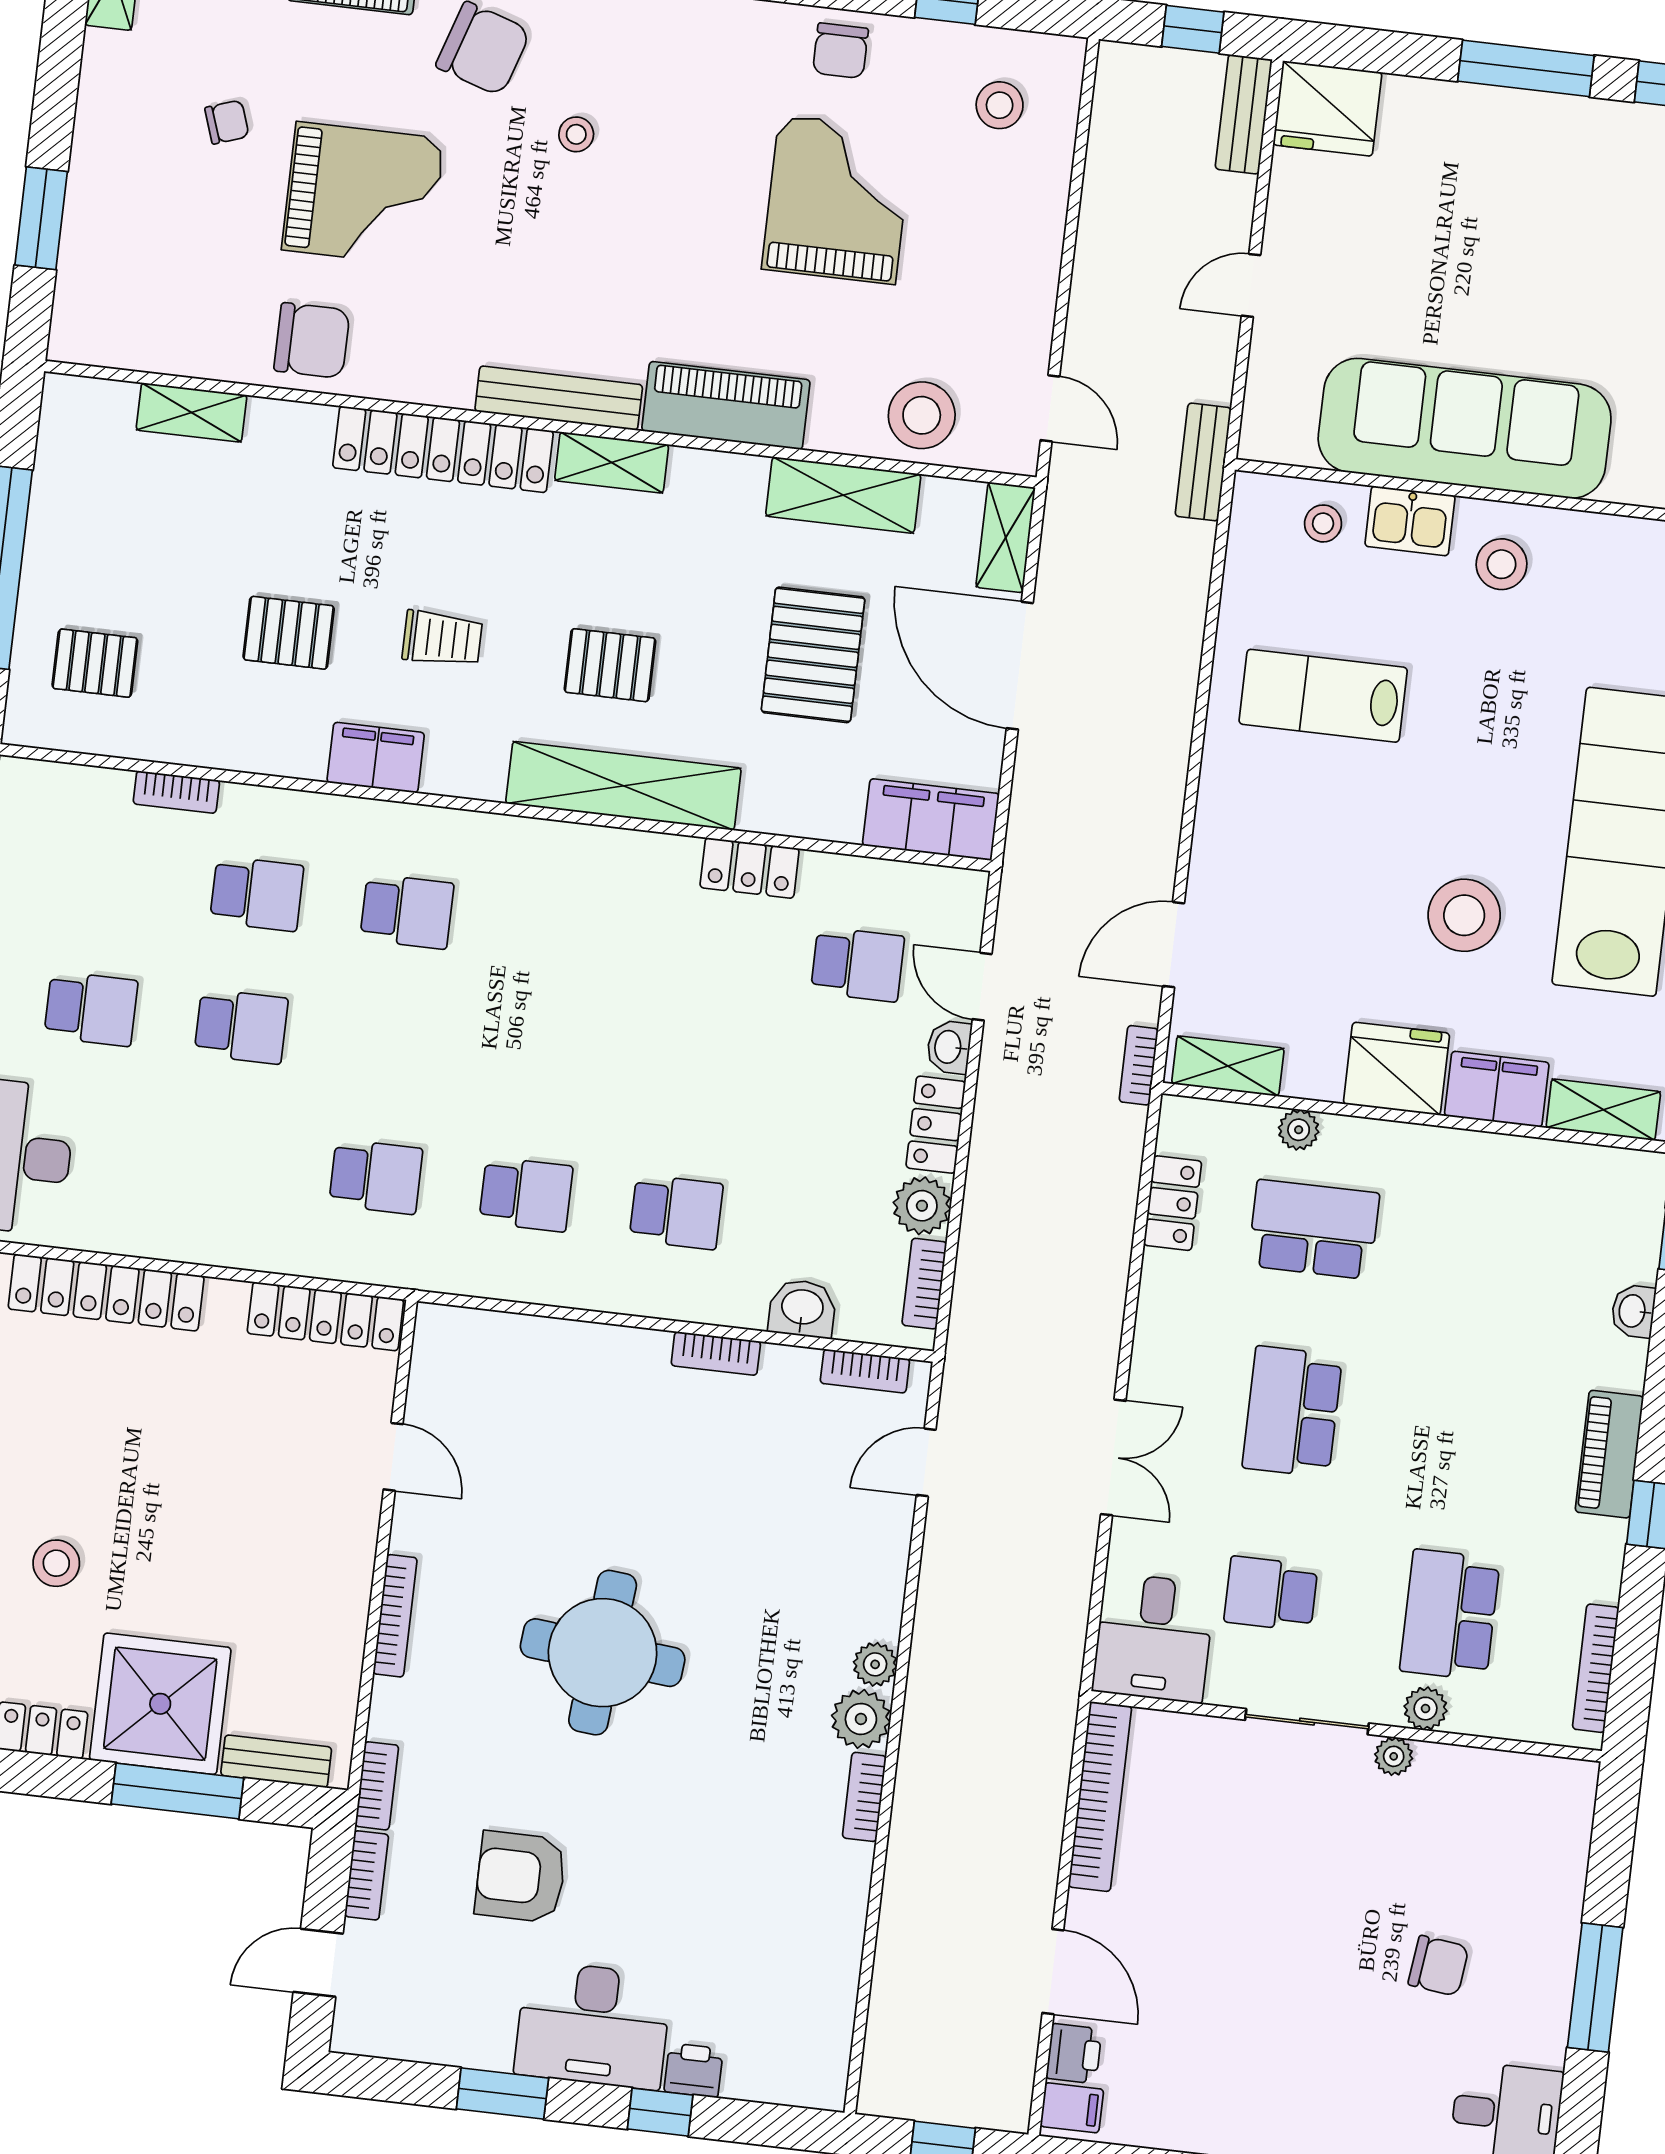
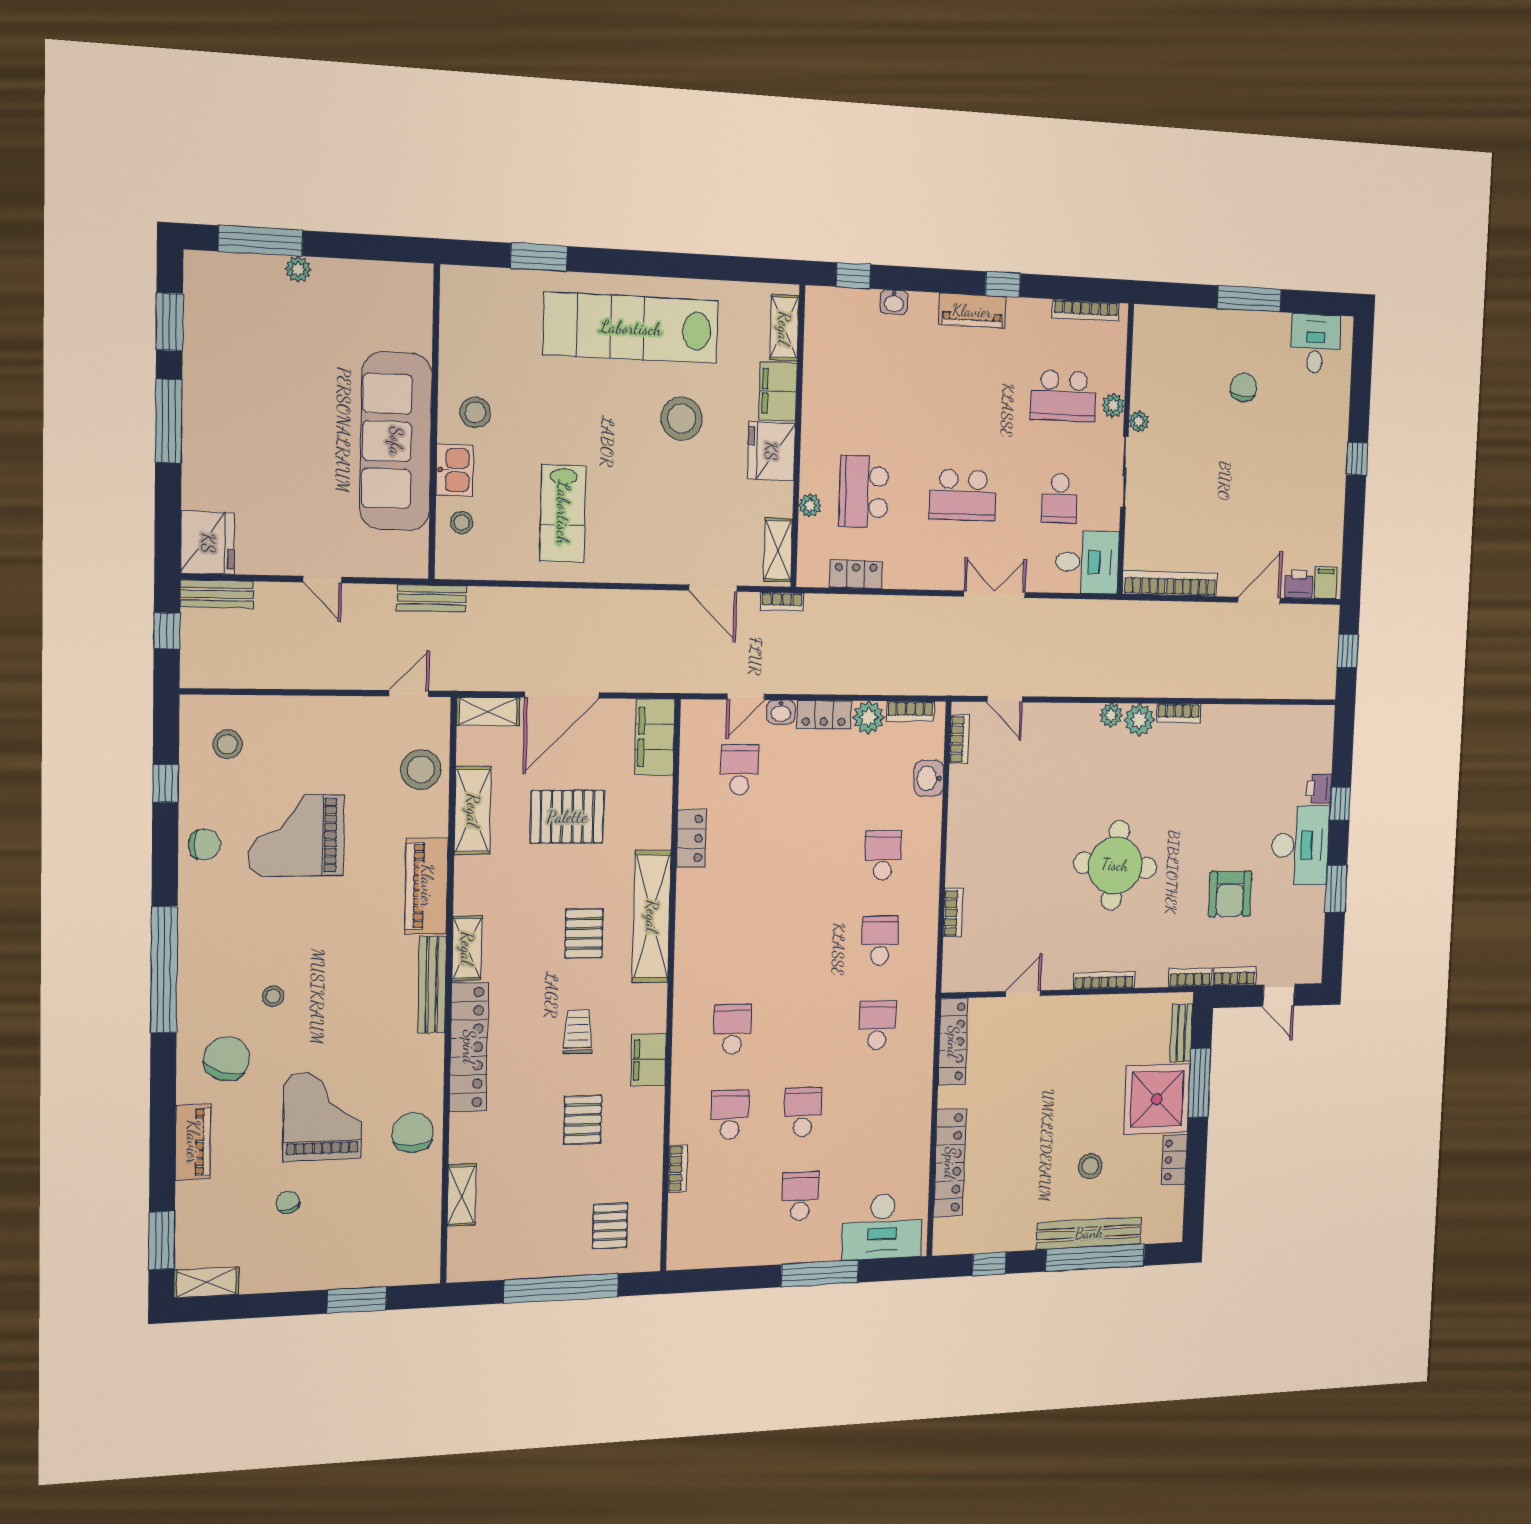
bookcase: (716, 1353) -> (953, 913), moved

